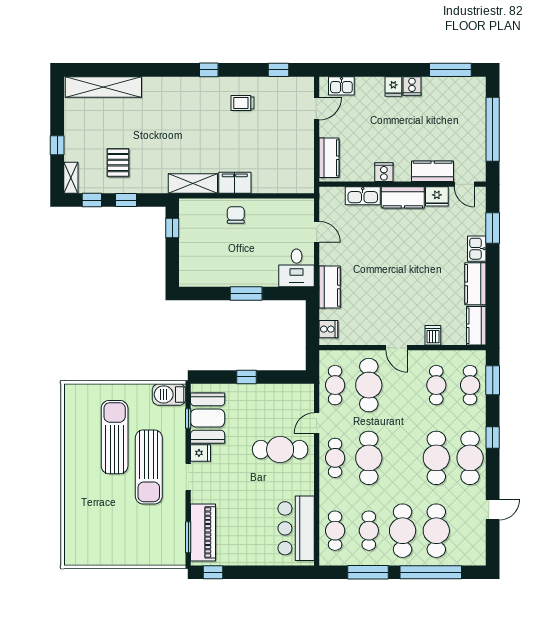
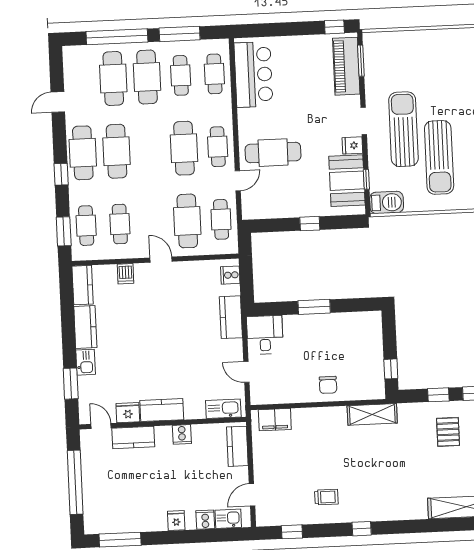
cooker: (412, 86) -> (205, 520), moved
filing cabinet: (235, 183) -> (275, 420), moved
kitchen sink: (363, 196) -> (223, 409), moved

